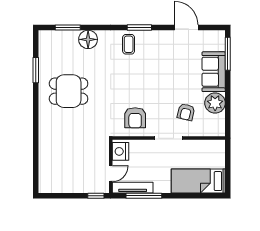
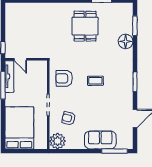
coffee table: (129, 44) -> (95, 81), moved
plant: (215, 103) -> (58, 141), moved
nightstand: (120, 151) -> (38, 67), removed
bed: (198, 181) -> (19, 128), width x1.50

